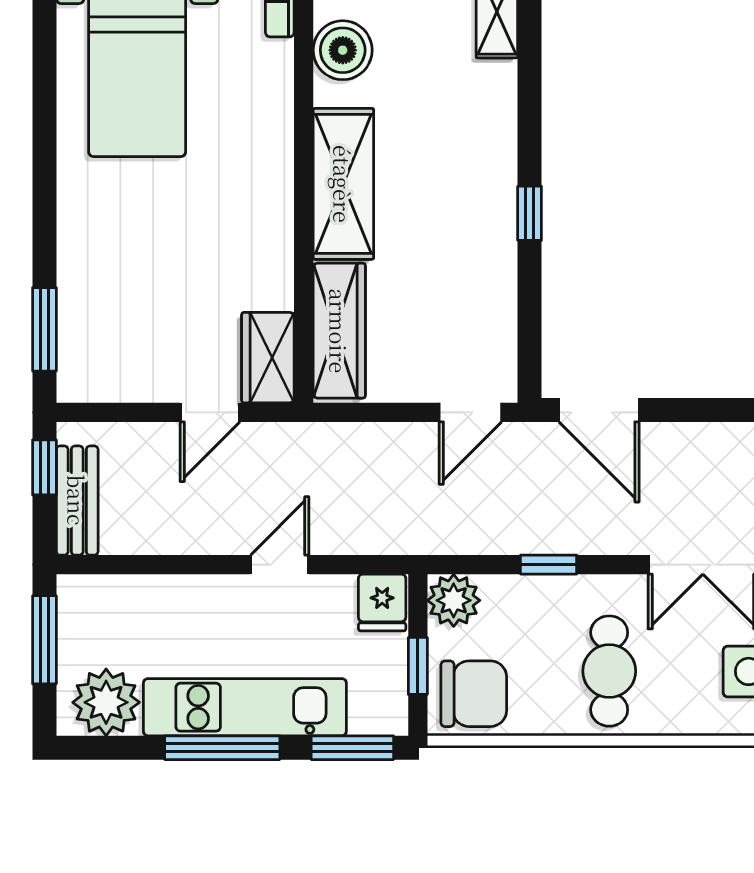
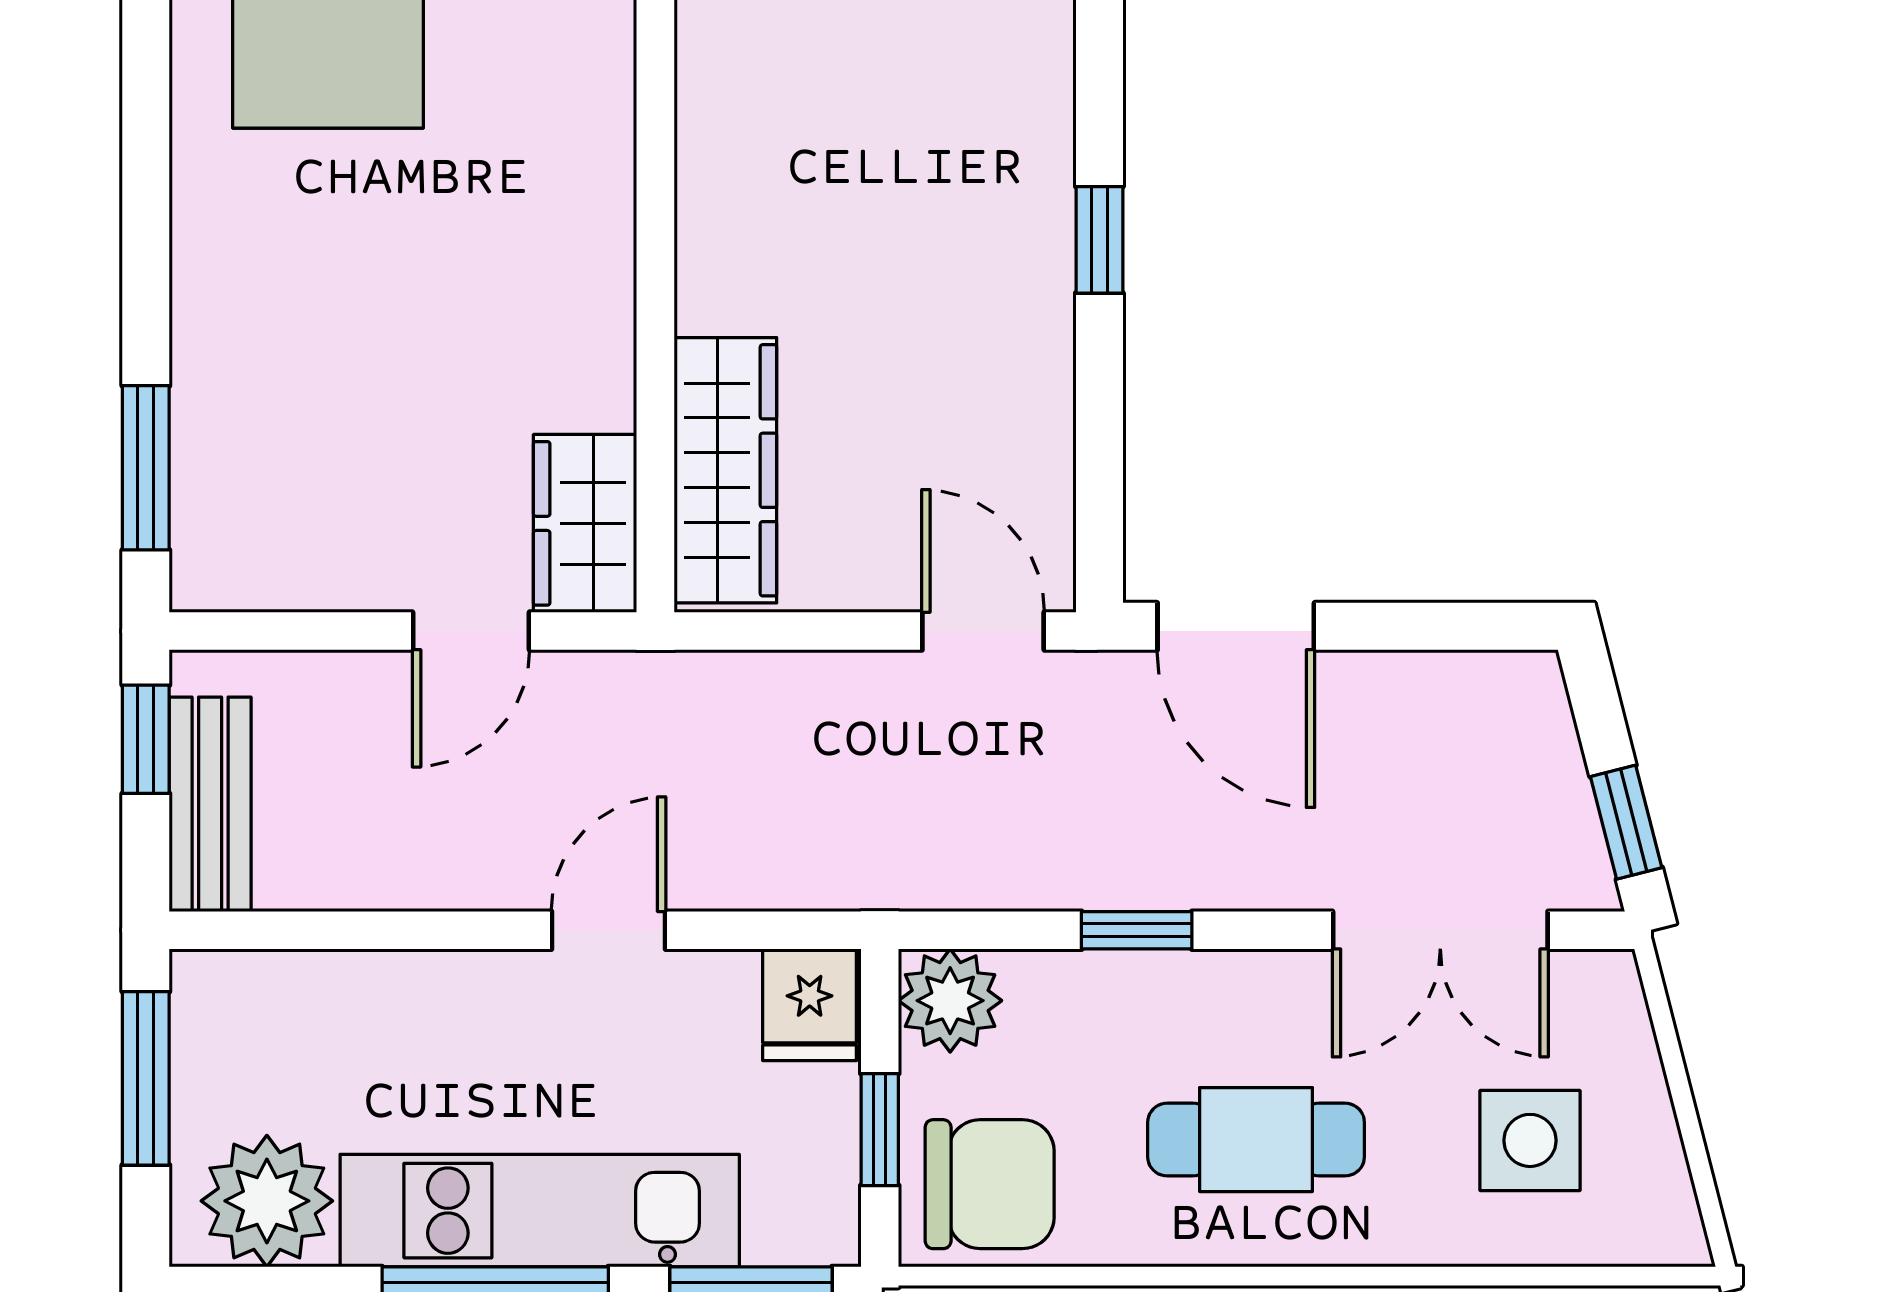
shelving: (343, 184) -> (733, 182), removed
door: (470, 412) -> (983, 631), swing flipped
cafe table: (609, 671) -> (1256, 1140), turned 90

